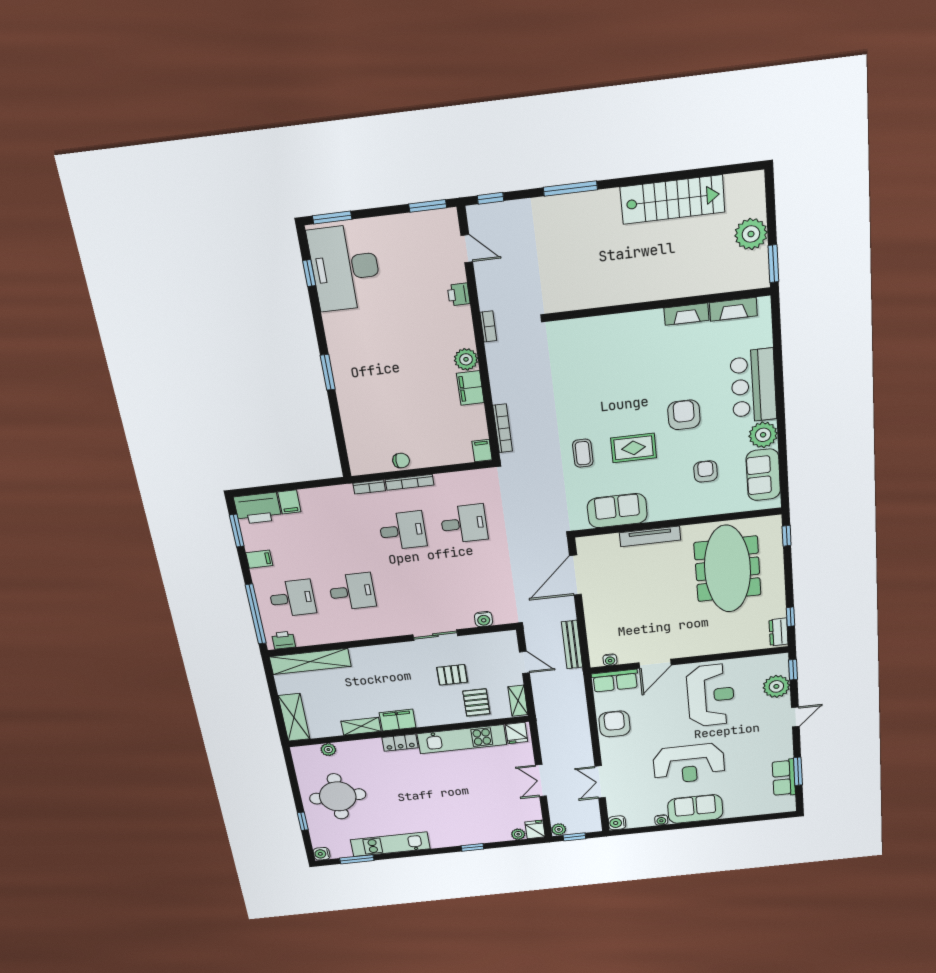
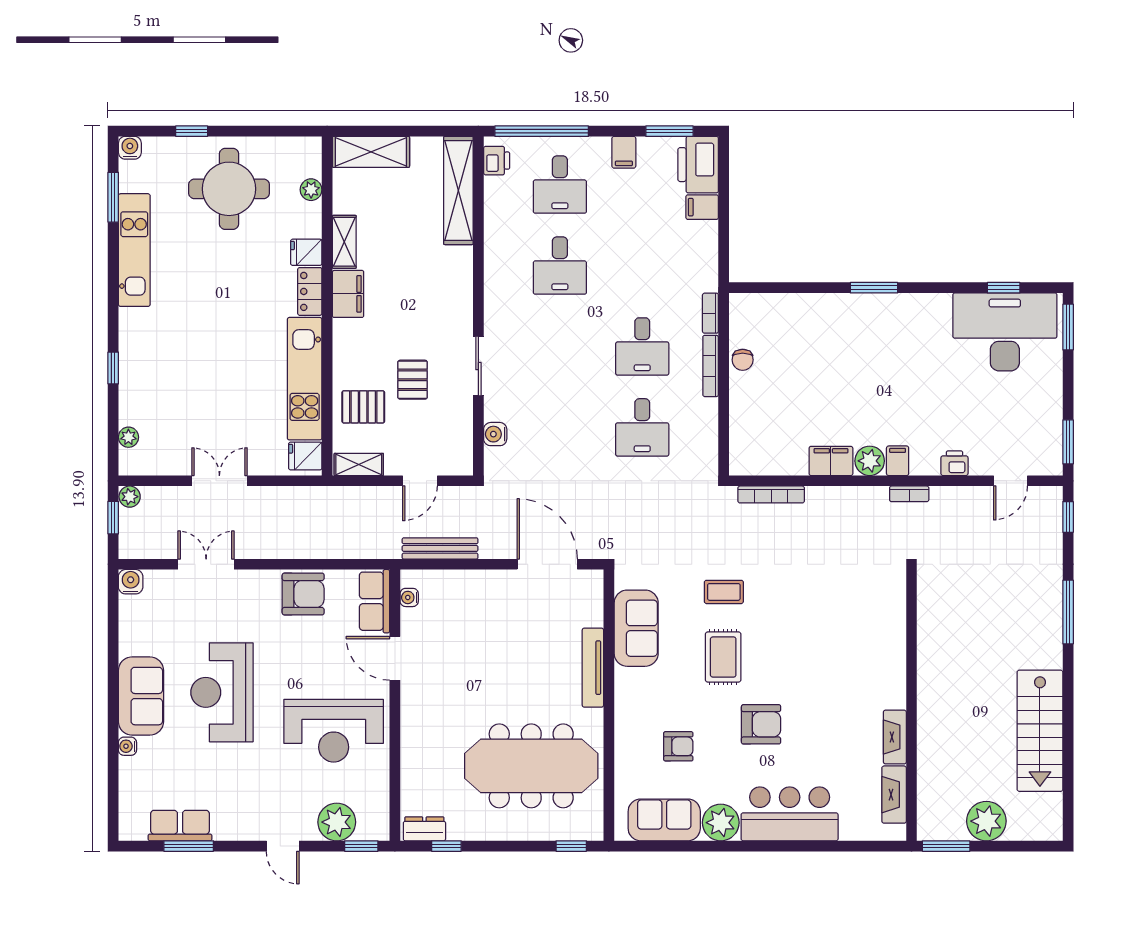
filing cabinet: (482, 450) -> (898, 461), moved, turned -90
water cooler: (661, 820) -> (127, 746), moved
fridge: (535, 829) -> (306, 252), moved, turned 180

